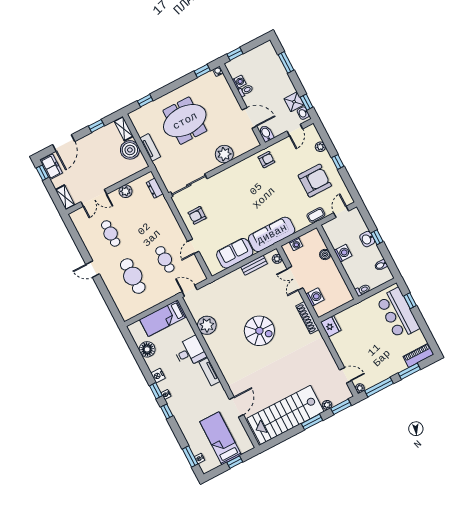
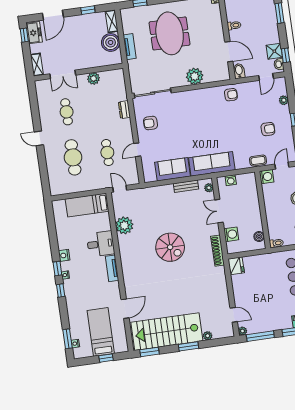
washing machine: (239, 82) -> (231, 16), removed
meeting table: (185, 121) -> (170, 33), turned 90
armchair: (315, 181) -> (268, 129), width x0.53, depth x0.53
dresser: (155, 188) -> (124, 110), moved
washing machine: (343, 253) -> (267, 177), moved
boiler: (325, 254) -> (259, 237), moved
floor lamp: (147, 349) -> (63, 228), removed
window: (341, 407) -> (149, 352), moved

